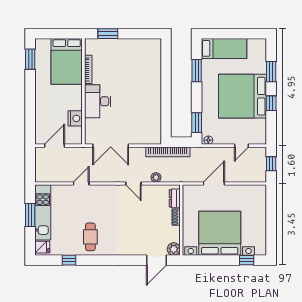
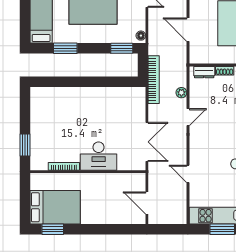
bed: (67, 61) -> (55, 207), moved
nightstand: (75, 118) -> (117, 180), removed

